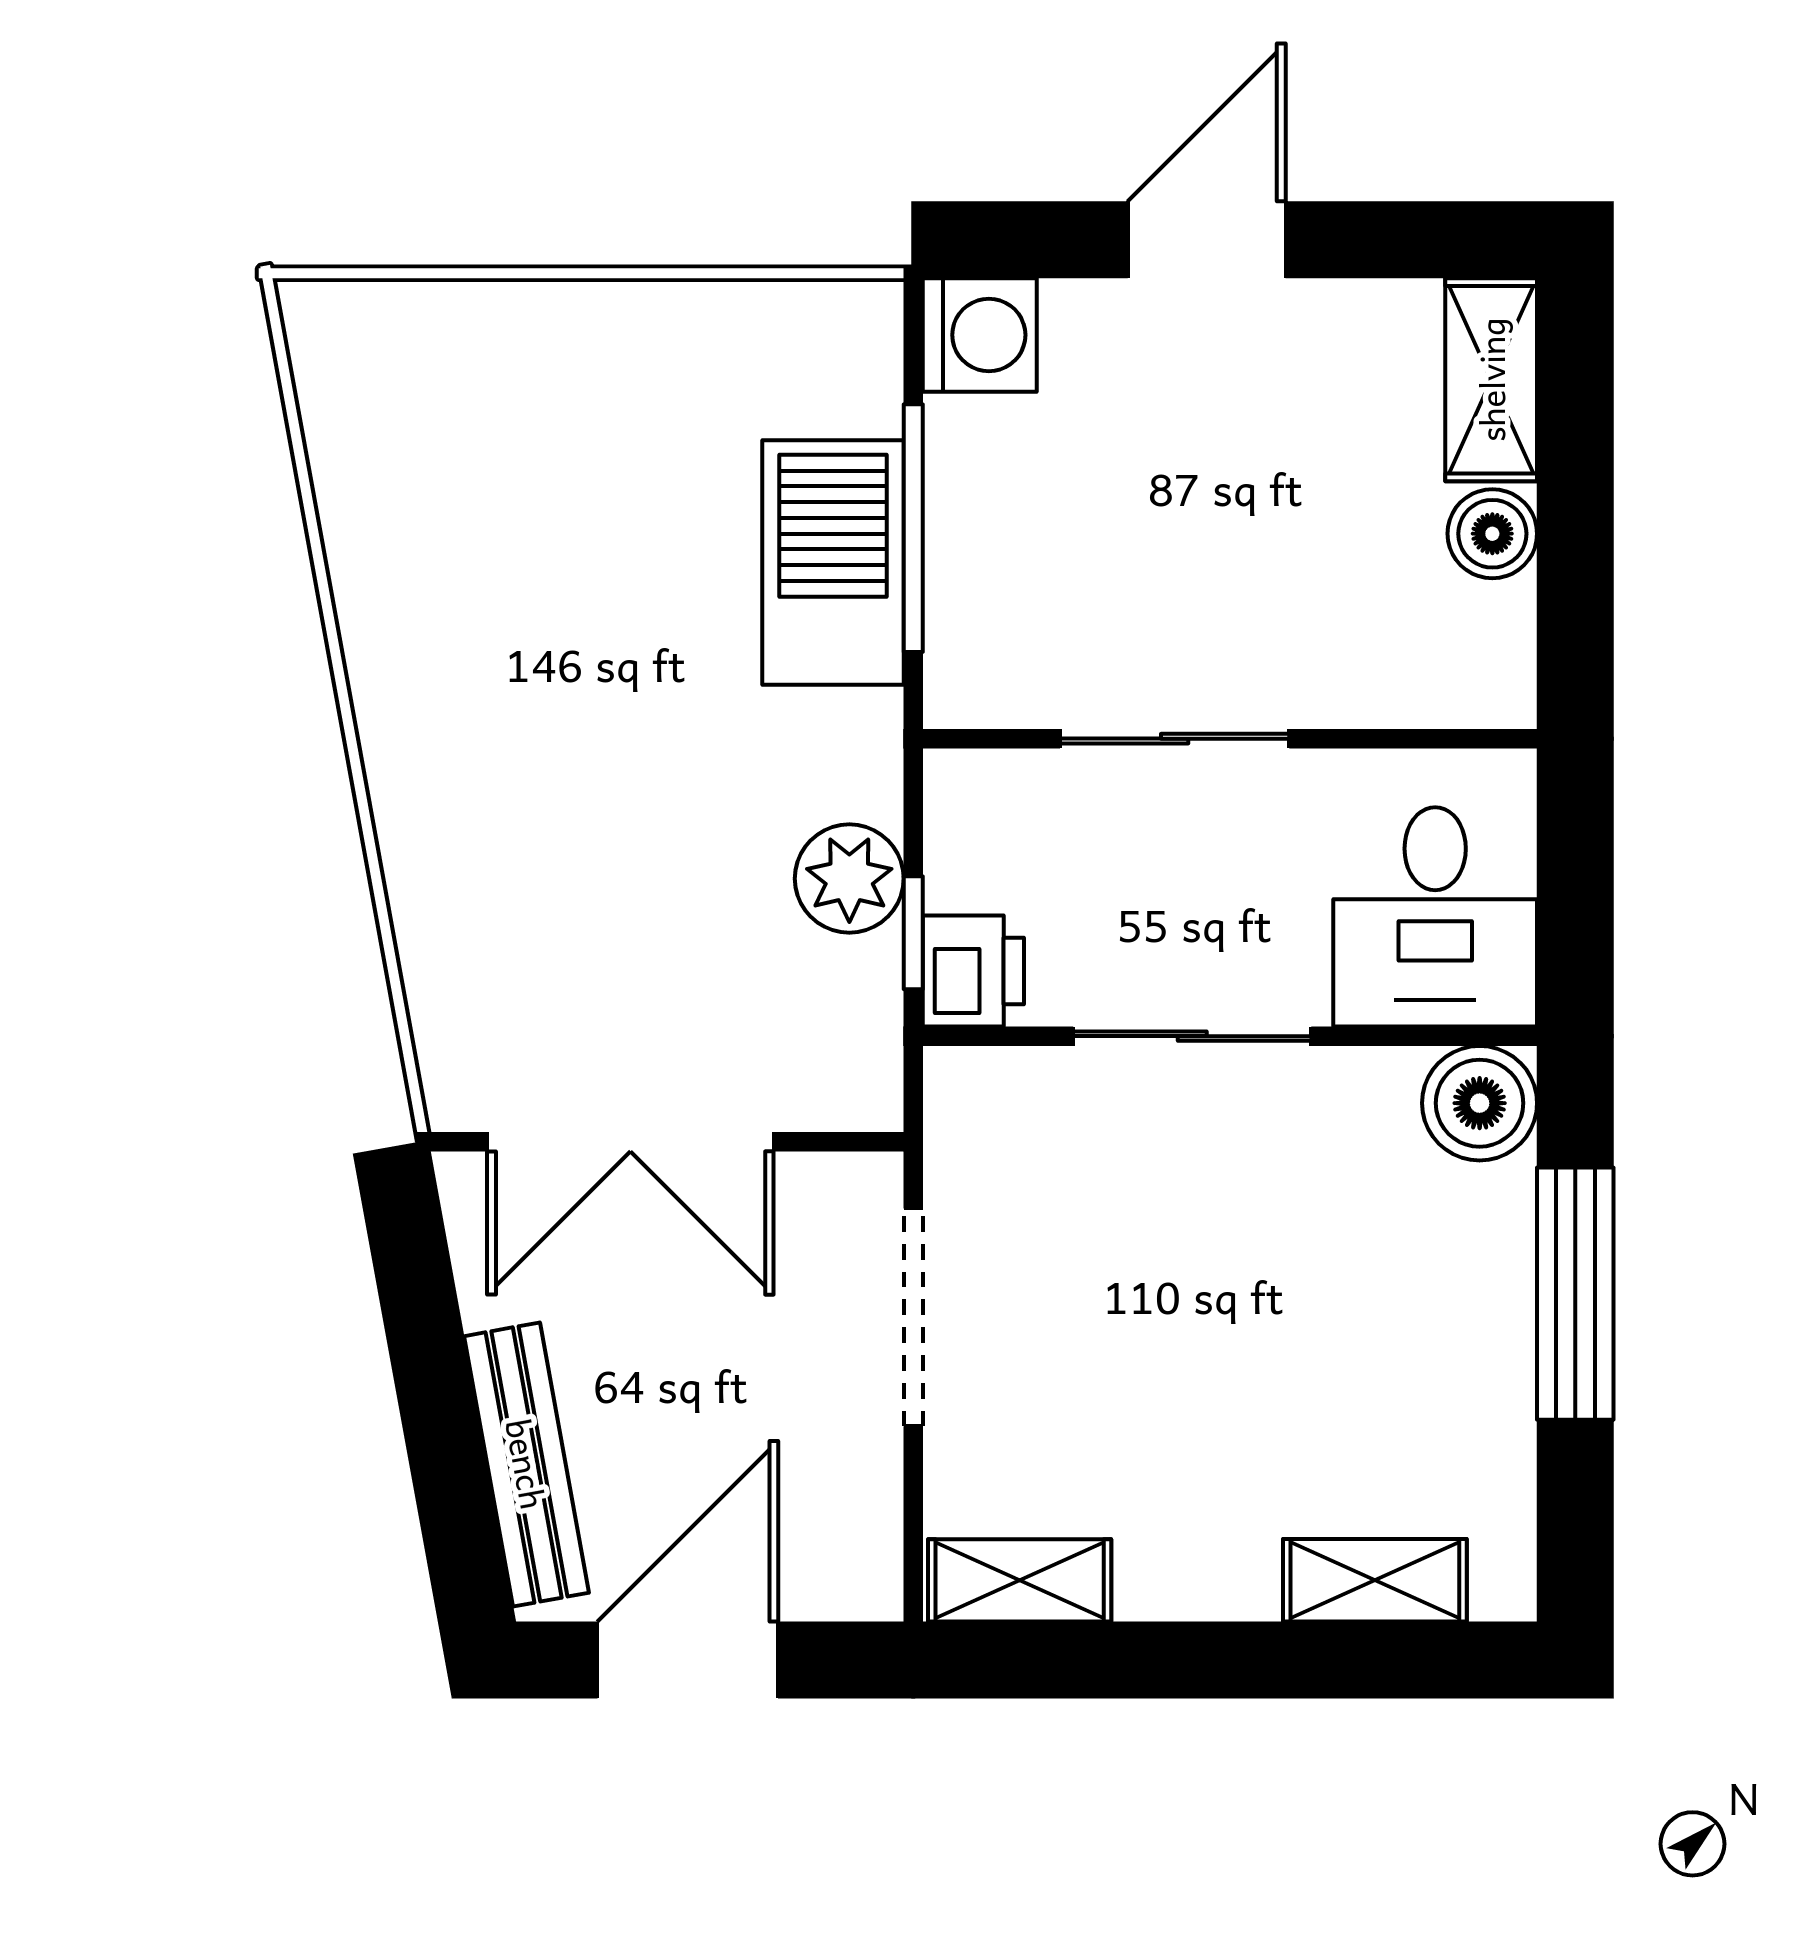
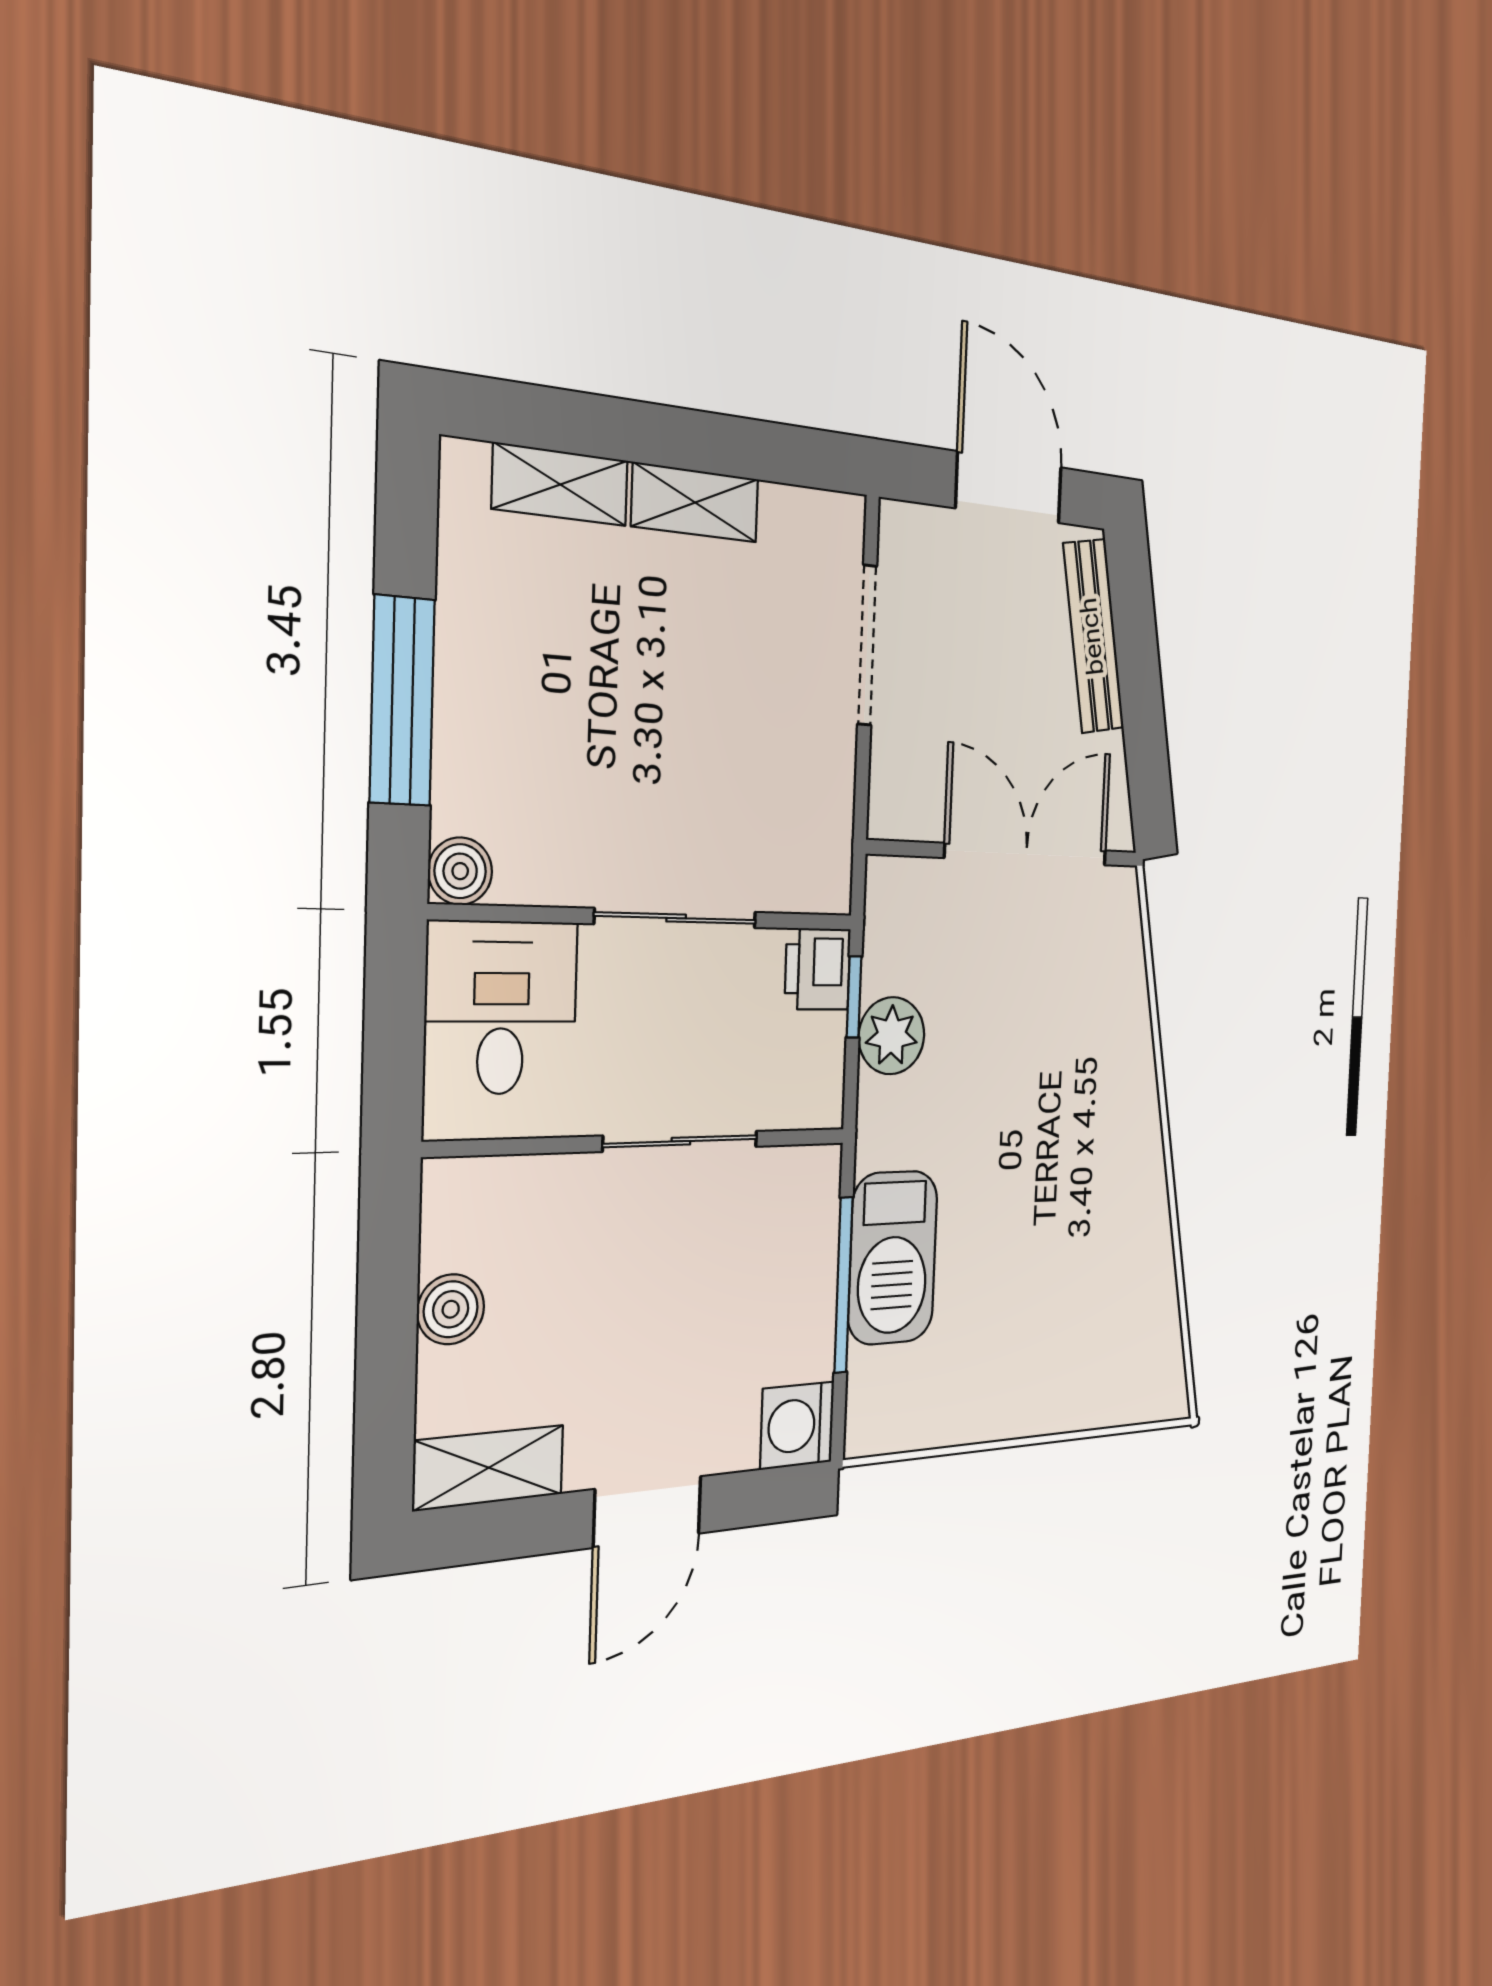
shelving: (1491, 380) -> (489, 1468), moved, turned 90
boiler: (1480, 1103) -> (460, 871), width x0.73, depth x0.73
doorway: (913, 1317) -> (867, 645), moved
shelving: (1020, 1580) -> (695, 502), moved
door: (688, 1660) -> (1009, 488), swing flipped

